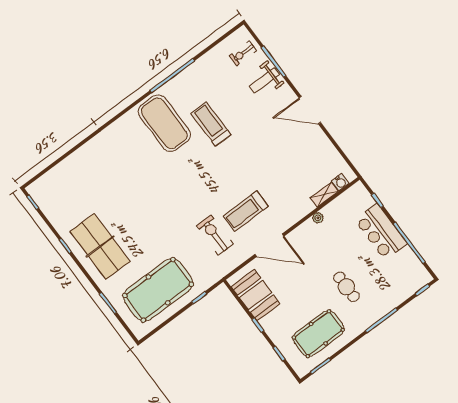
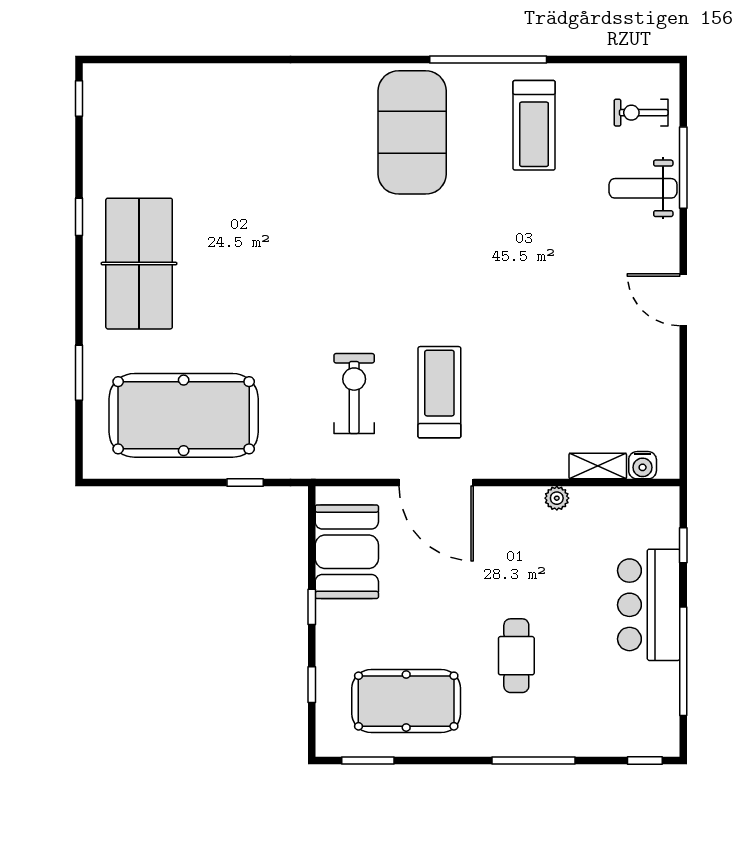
door: (310, 110) -> (683, 300), width x0.73
treadmill: (211, 124) -> (534, 125), moved, turned 180
treadmill: (246, 211) -> (439, 392), turned 90

